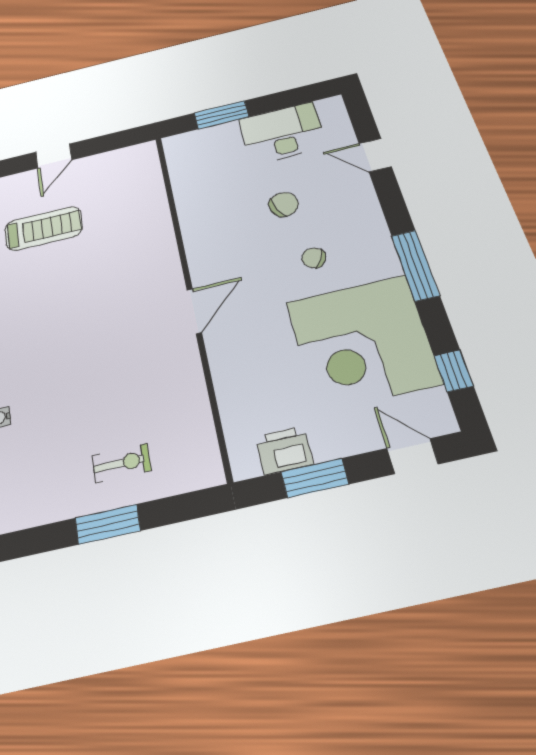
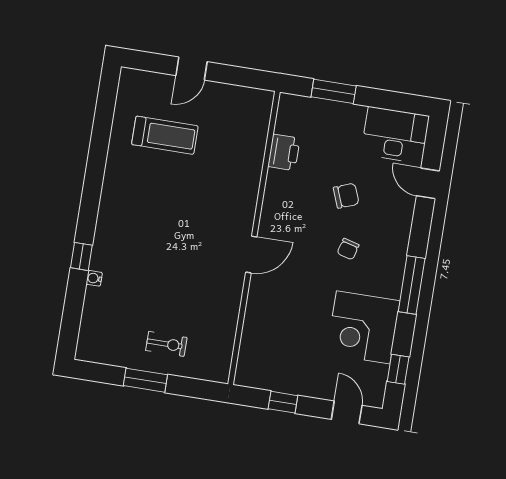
desk: (282, 133) -> (395, 135), moved
chair: (314, 258) -> (348, 249), turned -103
corner desk: (362, 342) -> (363, 327), width x0.74, depth x0.74
printer: (284, 450) -> (284, 152), moved, turned 90
window: (315, 478) -> (283, 402), width x0.67

